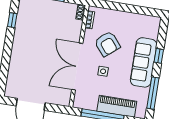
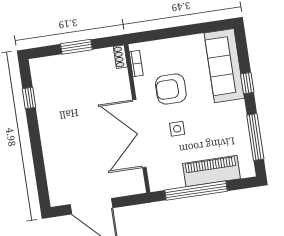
armchair: (107, 44) -> (171, 89), turned 130
sofa: (144, 62) -> (224, 66), moved

